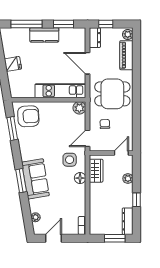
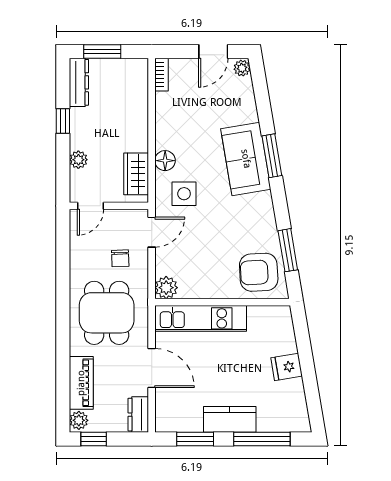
window: (106, 24) -> (94, 439), moved
dining table: (112, 94) -> (107, 313), turned 90
plant: (36, 217) -> (242, 68), moved

